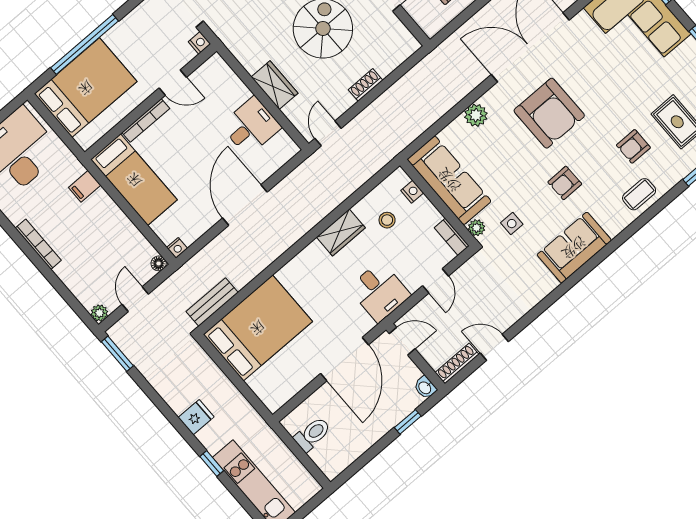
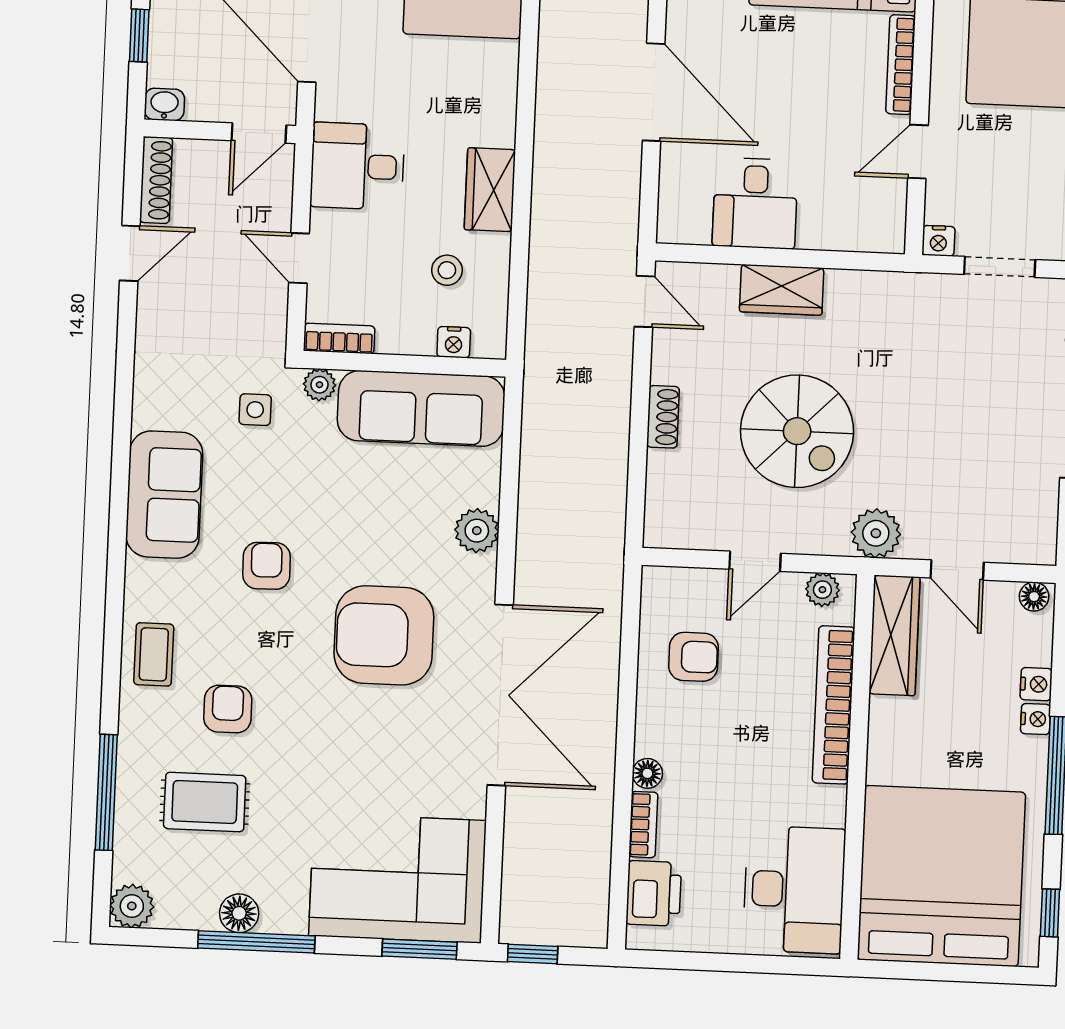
side table: (512, 224) -> (255, 410), moved

